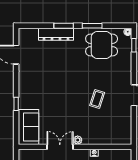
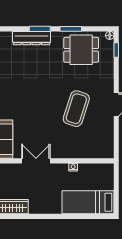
coffee table: (97, 99) -> (76, 109), width x1.86, depth x1.72
plant: (78, 140) -> (55, 153), removed

